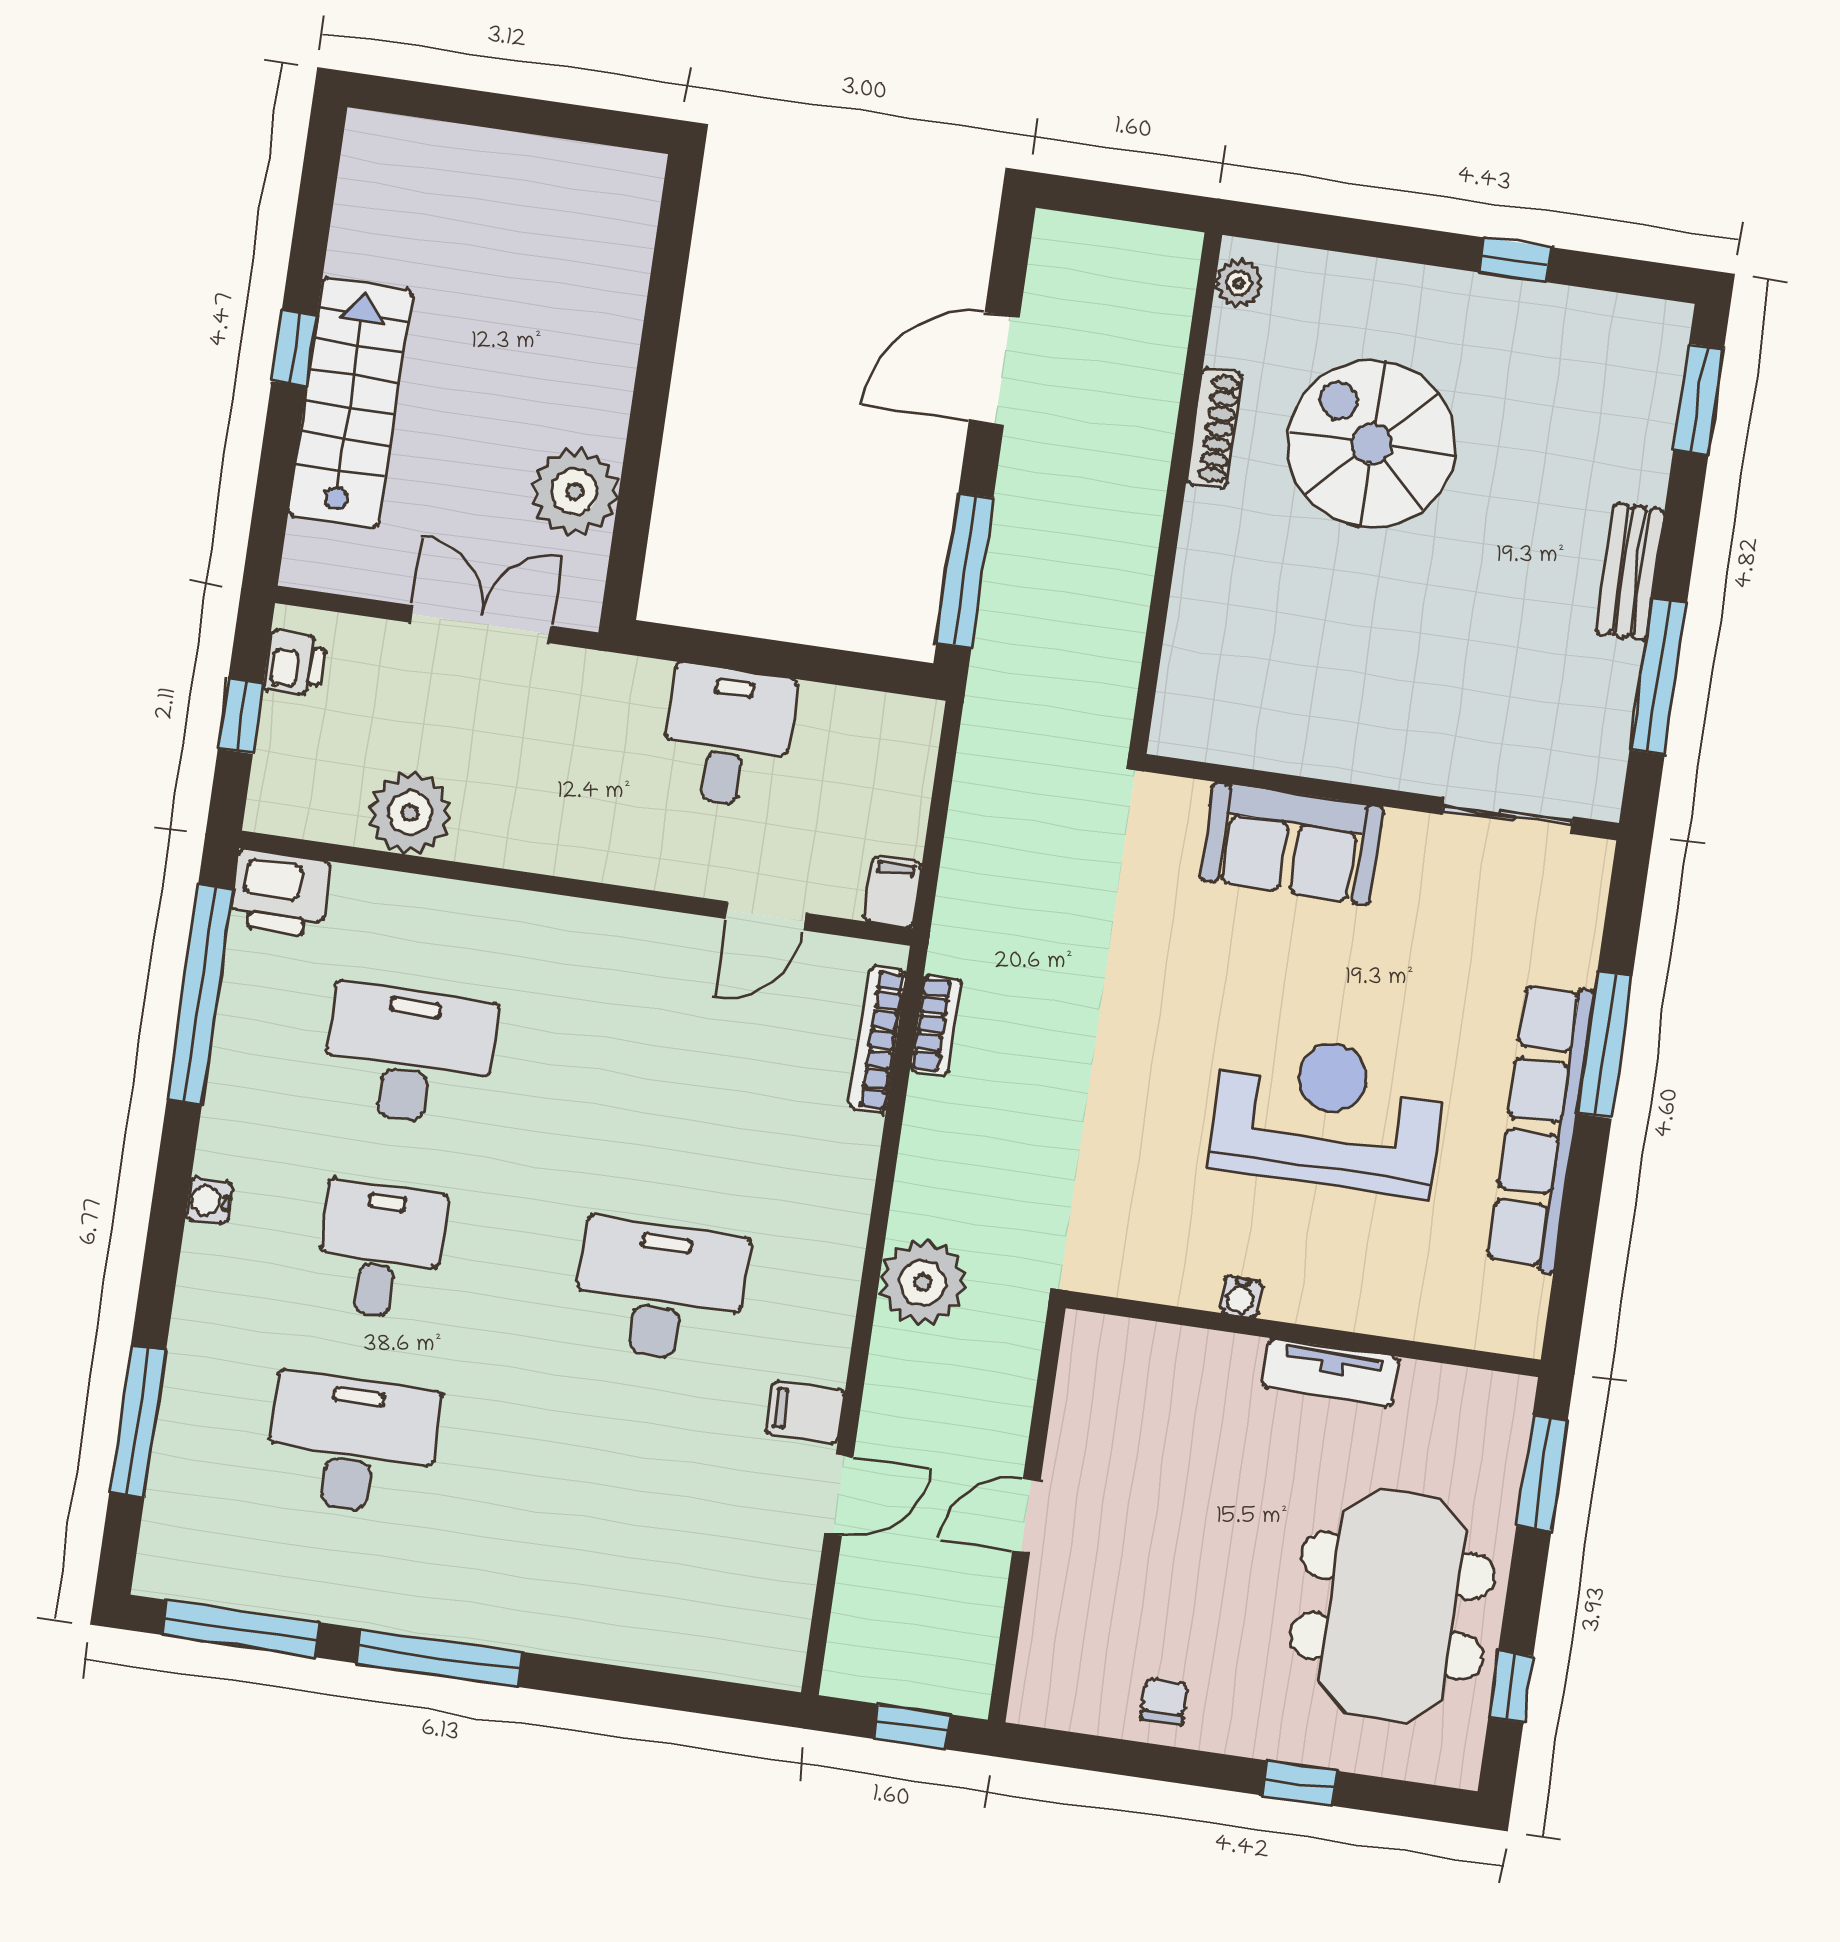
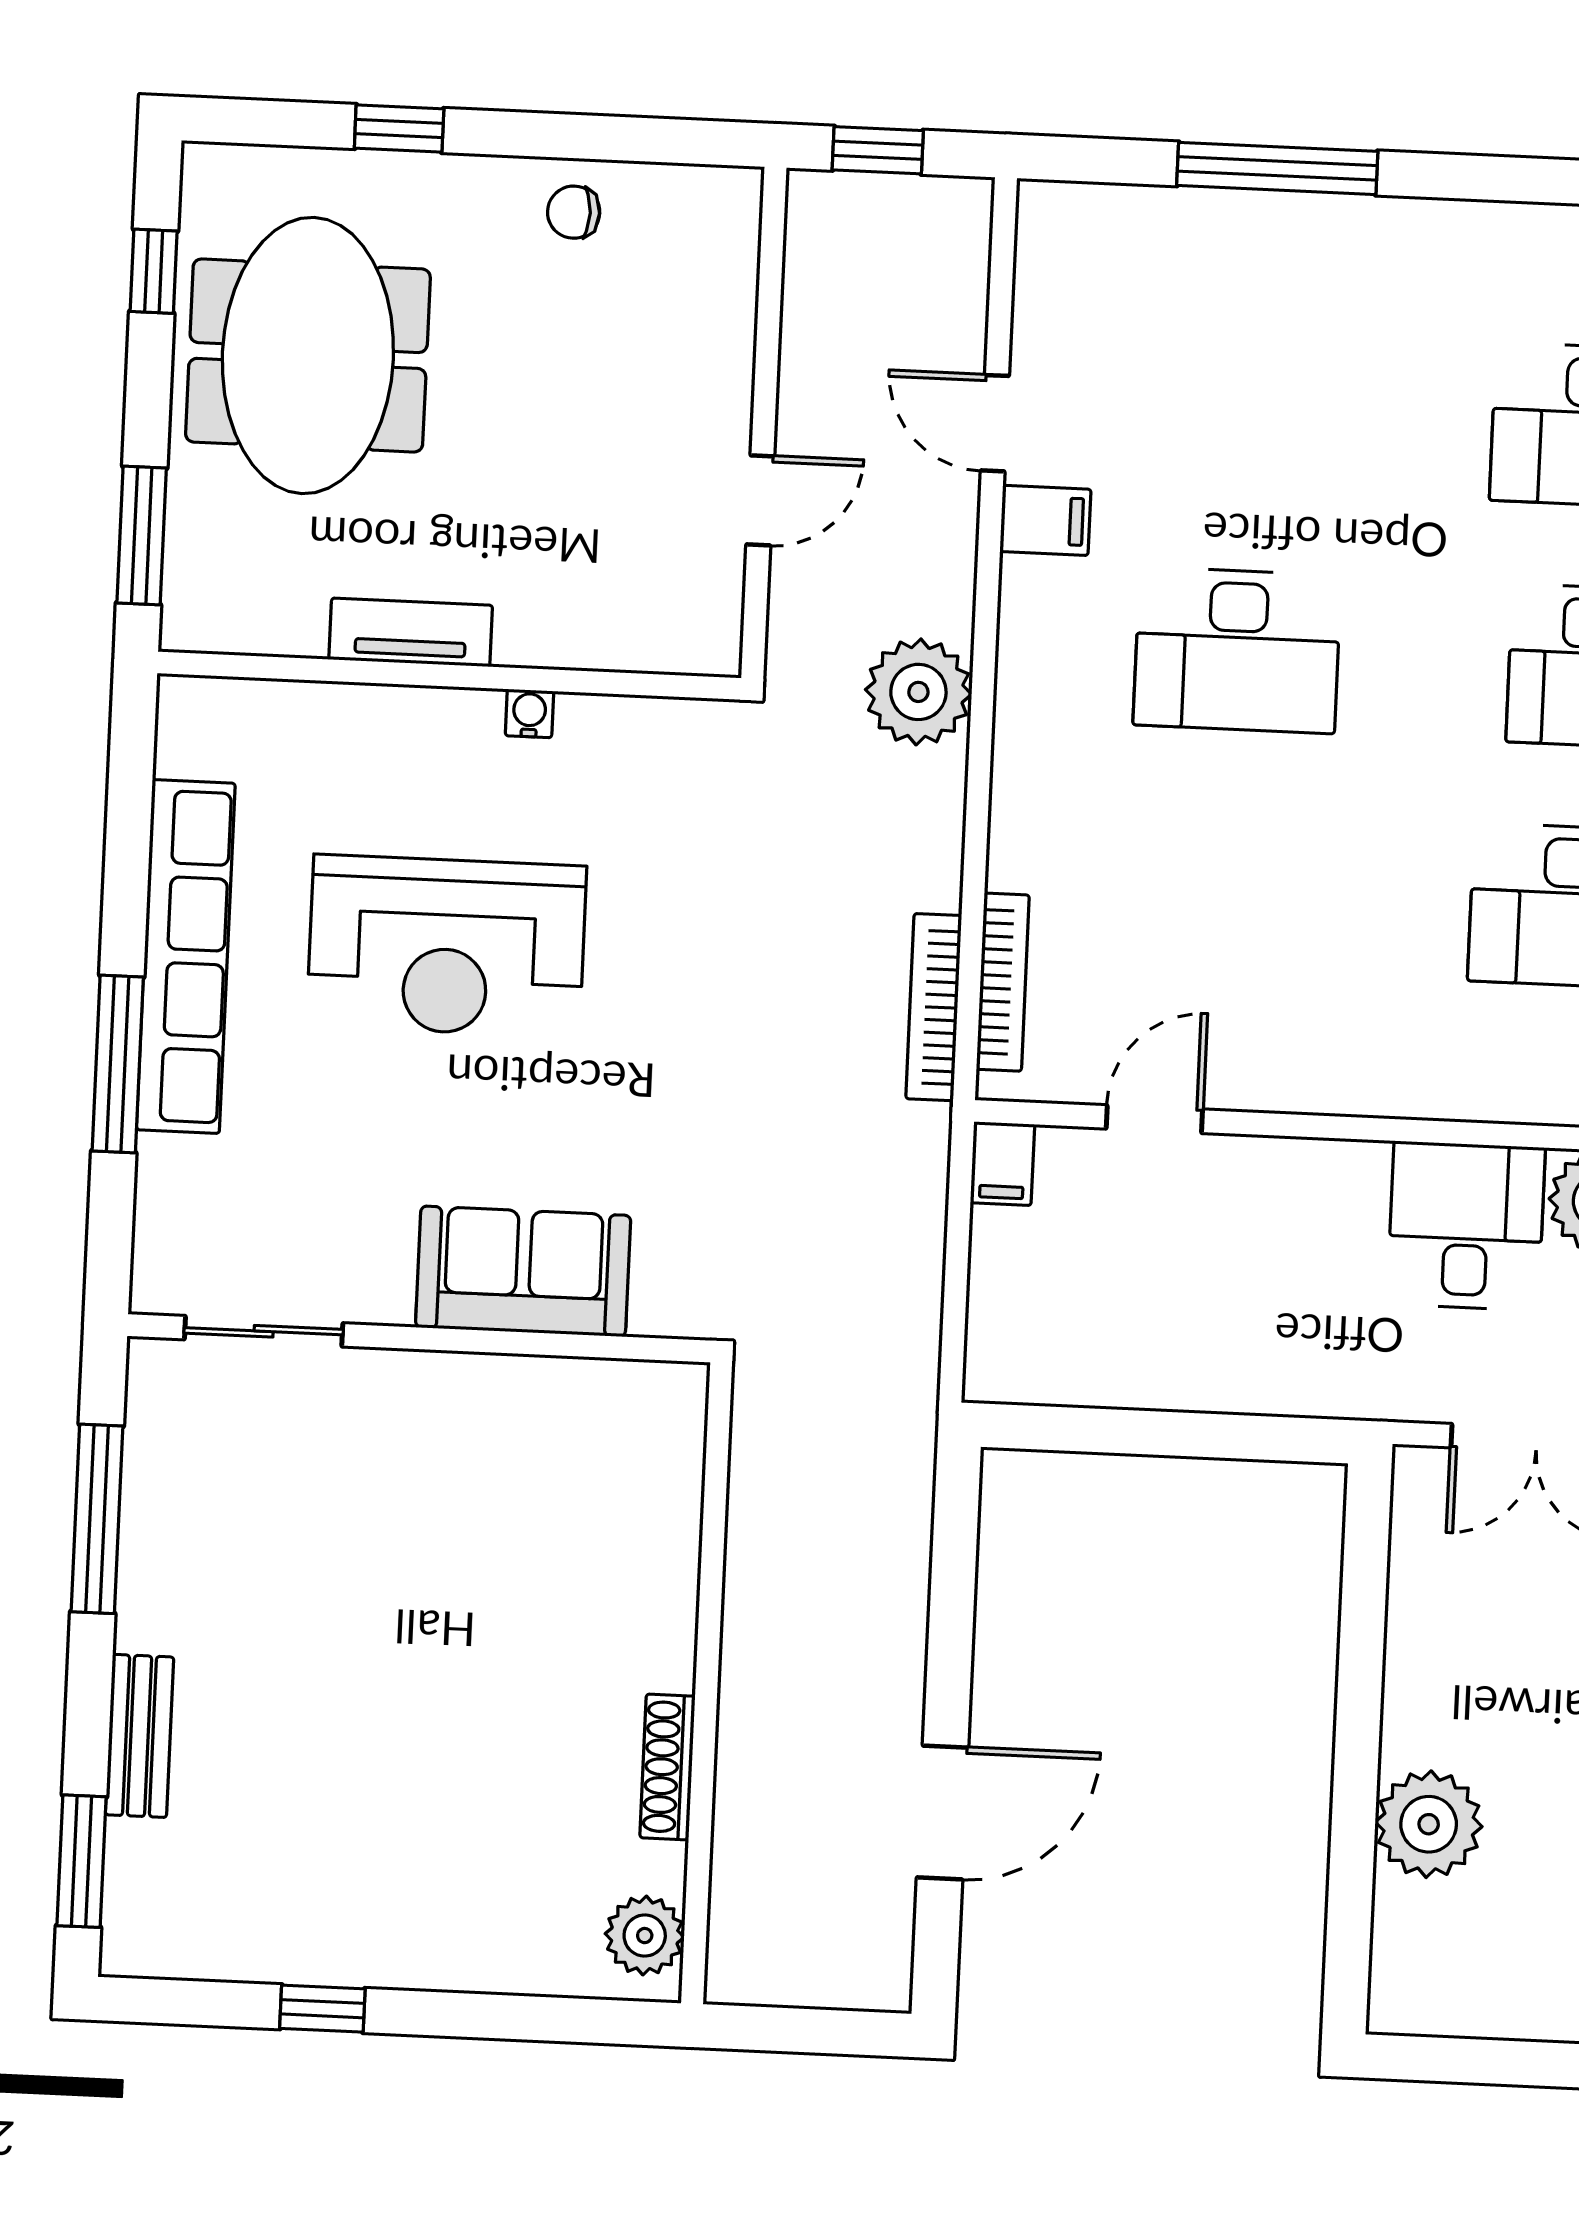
plant: (1239, 283) -> (645, 1936), width x1.38, depth x1.38
spiral stairs: (1372, 444) -> (474, 1767), removed
plant: (575, 491) -> (1429, 1824), moved
window: (965, 570) -> (954, 1564), removed
bench: (1630, 572) -> (140, 1736), moved
desk: (728, 737) -> (1466, 1226), moved, turned 180
bookcase: (936, 1025) -> (934, 1007), width x1.56
door: (839, 1495) -> (995, 423), hinge flipped
door: (1027, 1515) -> (760, 500), moved
window: (440, 1658) -> (1277, 168), moved
chair: (1164, 1701) -> (574, 212), turned 90

